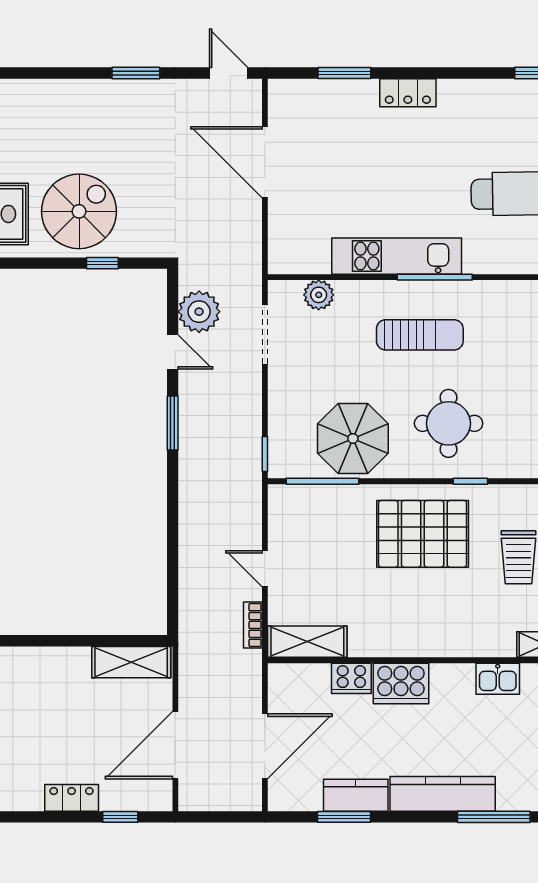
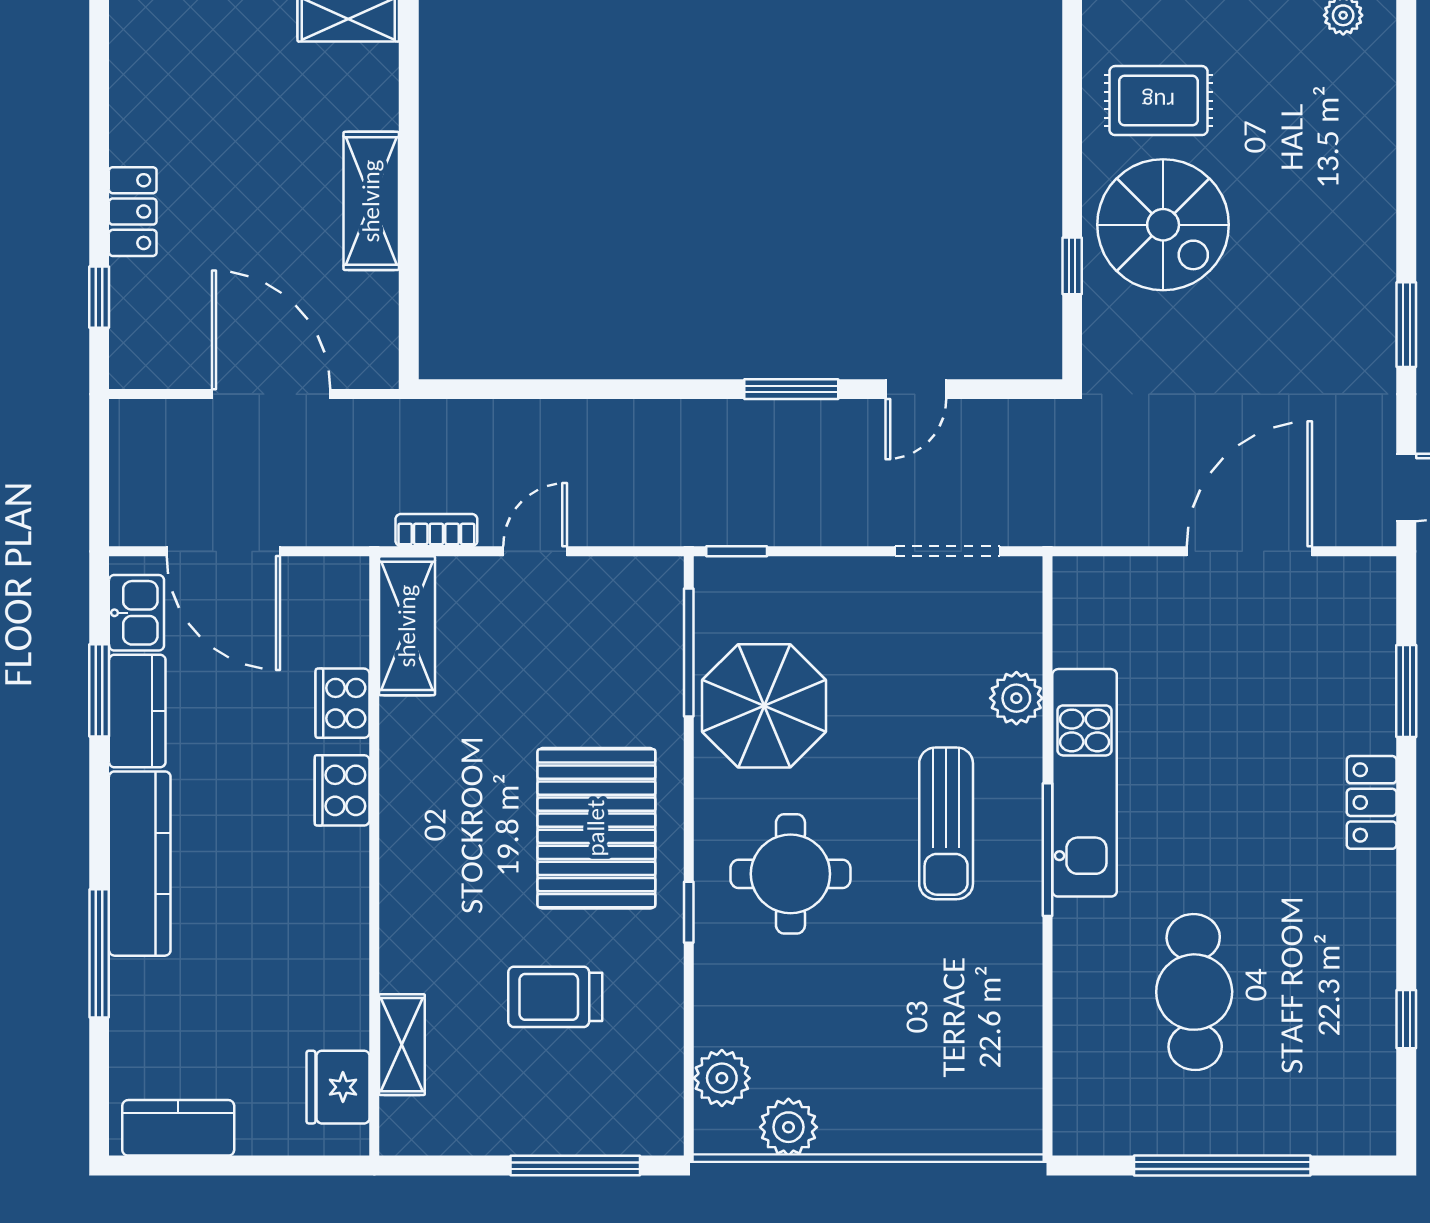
plant: (319, 295) -> (1016, 698), moved
plant: (199, 312) -> (987, 436), removed
shelving: (131, 662) -> (371, 201), moved
kitchen sink: (498, 679) -> (136, 613), moved, turned 180
cooker: (401, 683) -> (342, 790), width x0.73, depth x0.76
door: (175, 745) -> (271, 394), moved

